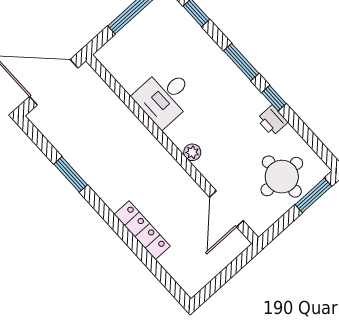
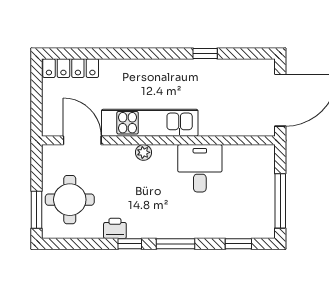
kitchen unit: (165, 169) -> (150, 123), added
window: (71, 174) -> (205, 53), width x0.67
locker: (142, 230) -> (71, 68), moved

